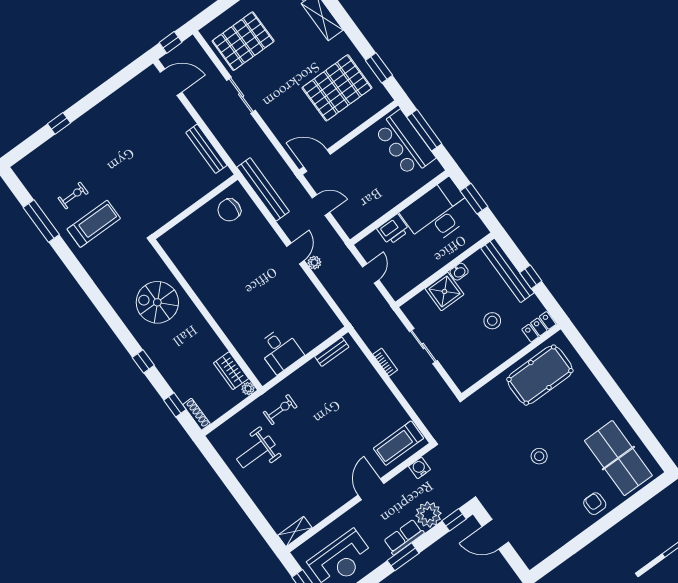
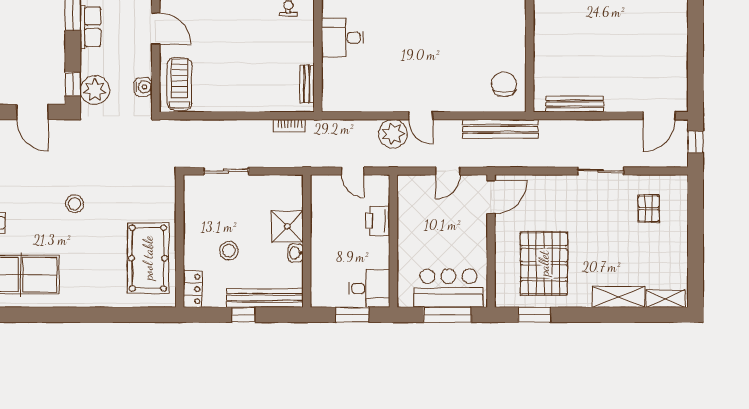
pallet: (243, 41) -> (649, 209), width x0.49, depth x0.50
desk: (438, 213) -> (369, 289), width x0.53, depth x0.77
plant: (314, 263) -> (393, 134), width x1.87, depth x1.87
sliding door: (423, 346) -> (226, 171), moved
bookcase: (385, 362) -> (290, 126), moved
plant: (429, 514) -> (95, 90), moved
door: (495, 534) -> (32, 112), swing flipped

